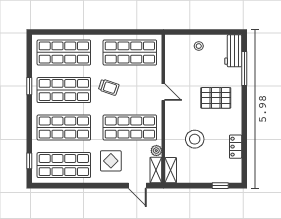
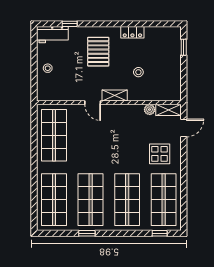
window: (244, 69) -> (70, 24), width x0.46
trolley: (109, 87) -> (88, 156), removed
door: (163, 92) -> (93, 103), swing flipped
shop shelf: (130, 128) -> (127, 135), removed
stool: (195, 139) -> (138, 72), width x0.53, depth x0.53
locker: (236, 147) -> (132, 32), moved
shelving: (171, 170) -> (115, 96), moved

